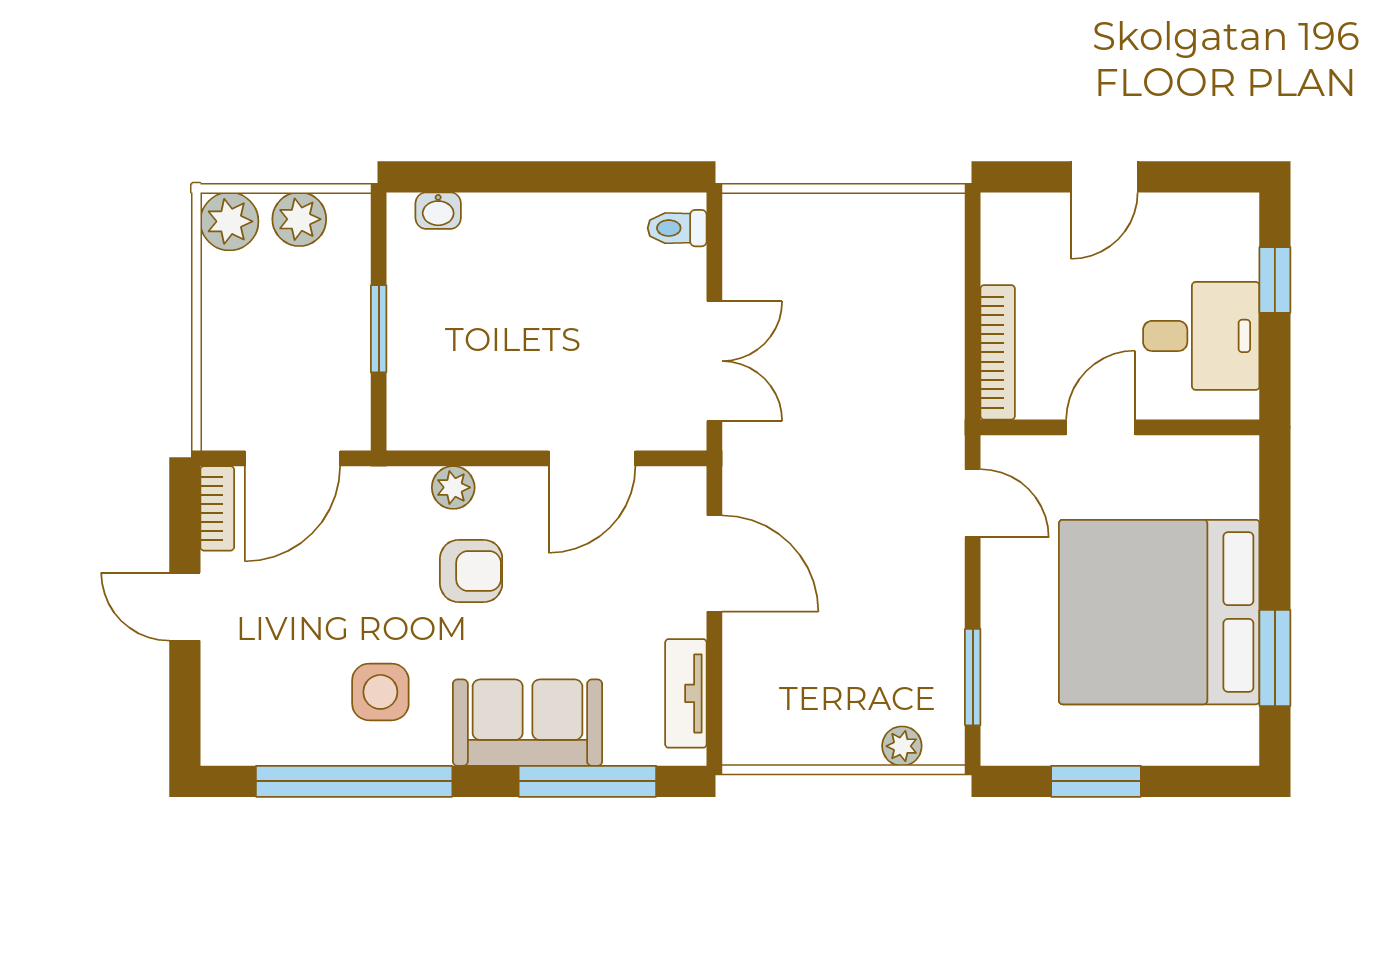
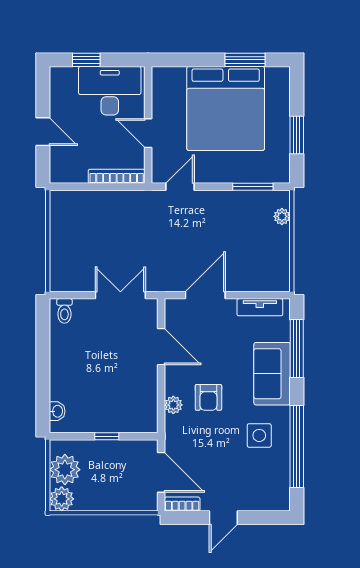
plant: (299, 219) -> (65, 470), width x1.36, depth x1.36
window: (379, 329) -> (107, 436), width x0.67
desk: (1201, 336) -> (110, 91), width x1.37
armchair: (471, 571) -> (208, 397), turned 180

